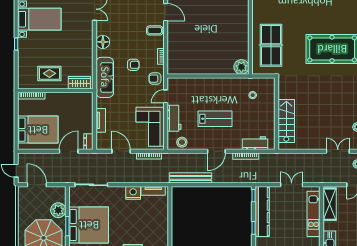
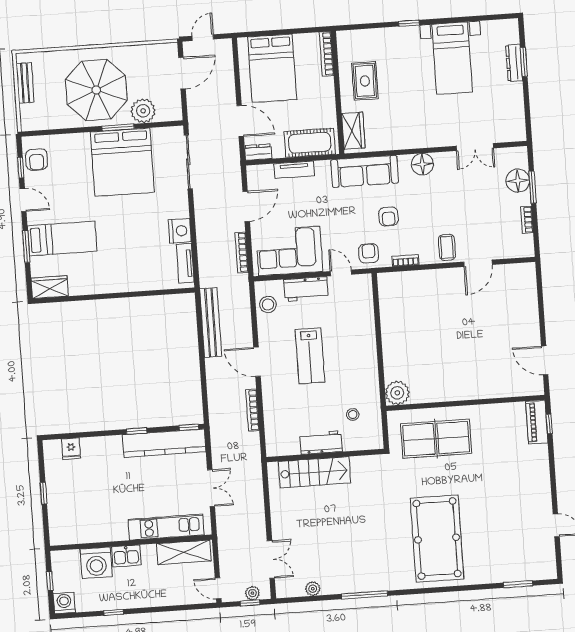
cot: (85, 110) -> (310, 143), added
workbench: (255, 143) -> (321, 443), moved, turned -90

